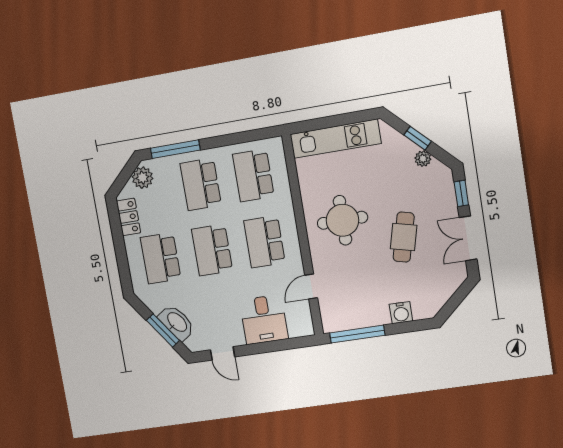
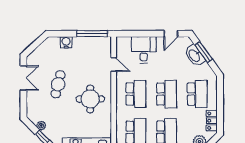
window: (461, 193) -> (23, 103), removed
door: (311, 287) -> (114, 65), hinge flipped
door: (223, 353) -> (171, 34), swing flipped

